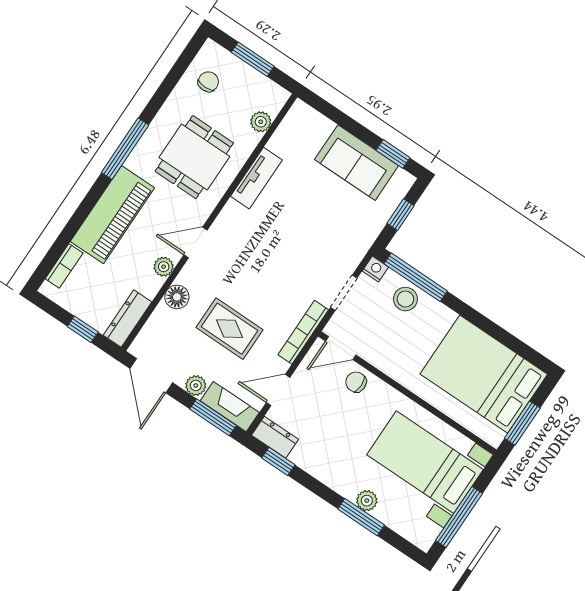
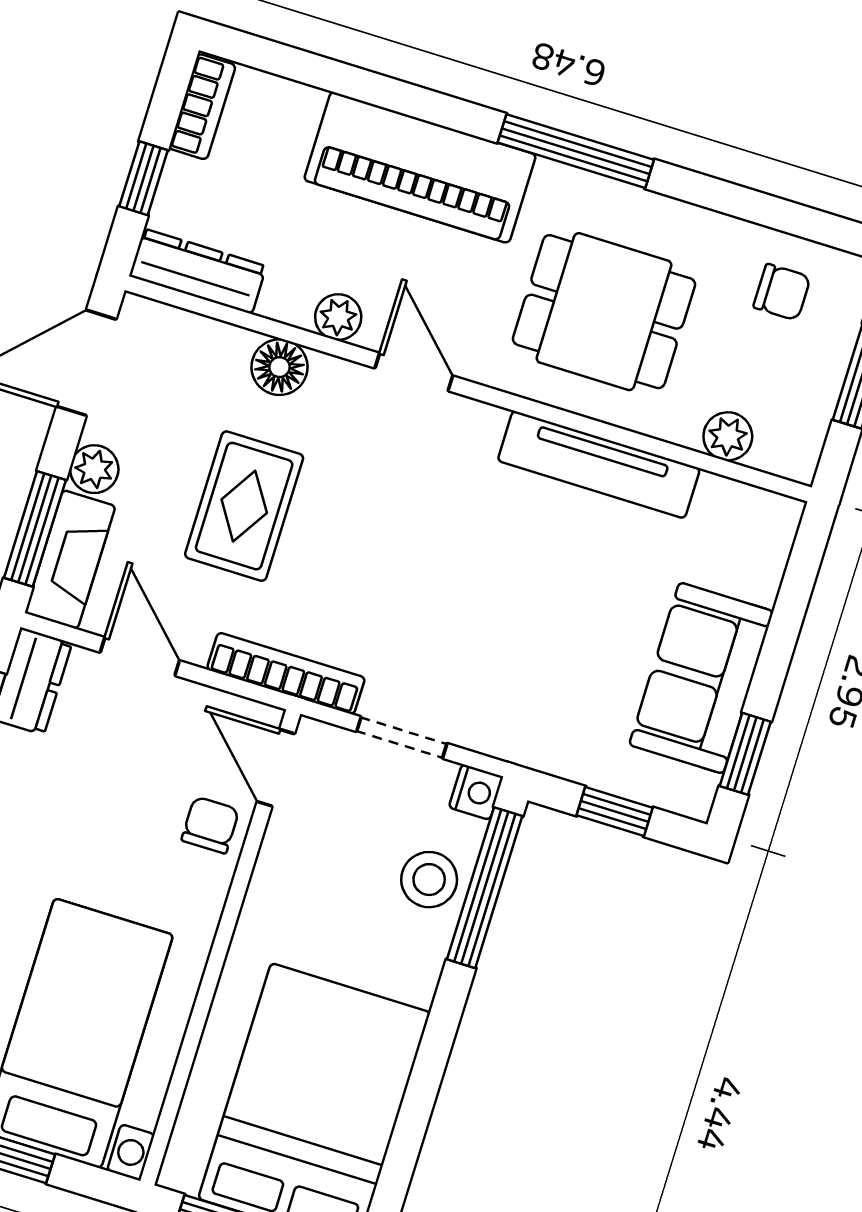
tv unit: (256, 178) -> (599, 465), width x1.41
bookcase: (64, 266) -> (202, 107), moved, turned -90

